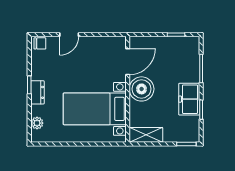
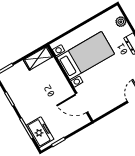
door: (128, 62) -> (82, 103), hinge flipped
boiler: (142, 89) -> (60, 89), removed
freezer: (189, 99) -> (40, 132), moved

